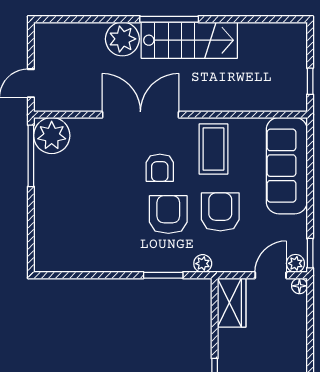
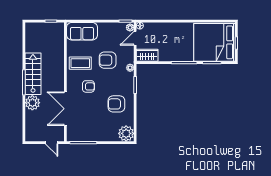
double door: (140, 115) -> (65, 109), moved
plant: (52, 136) -> (126, 133), moved
sofa: (287, 166) -> (82, 31), width x0.73
armchair: (168, 215) -> (116, 104), moved
door: (271, 275) -> (135, 38), hinge flipped

